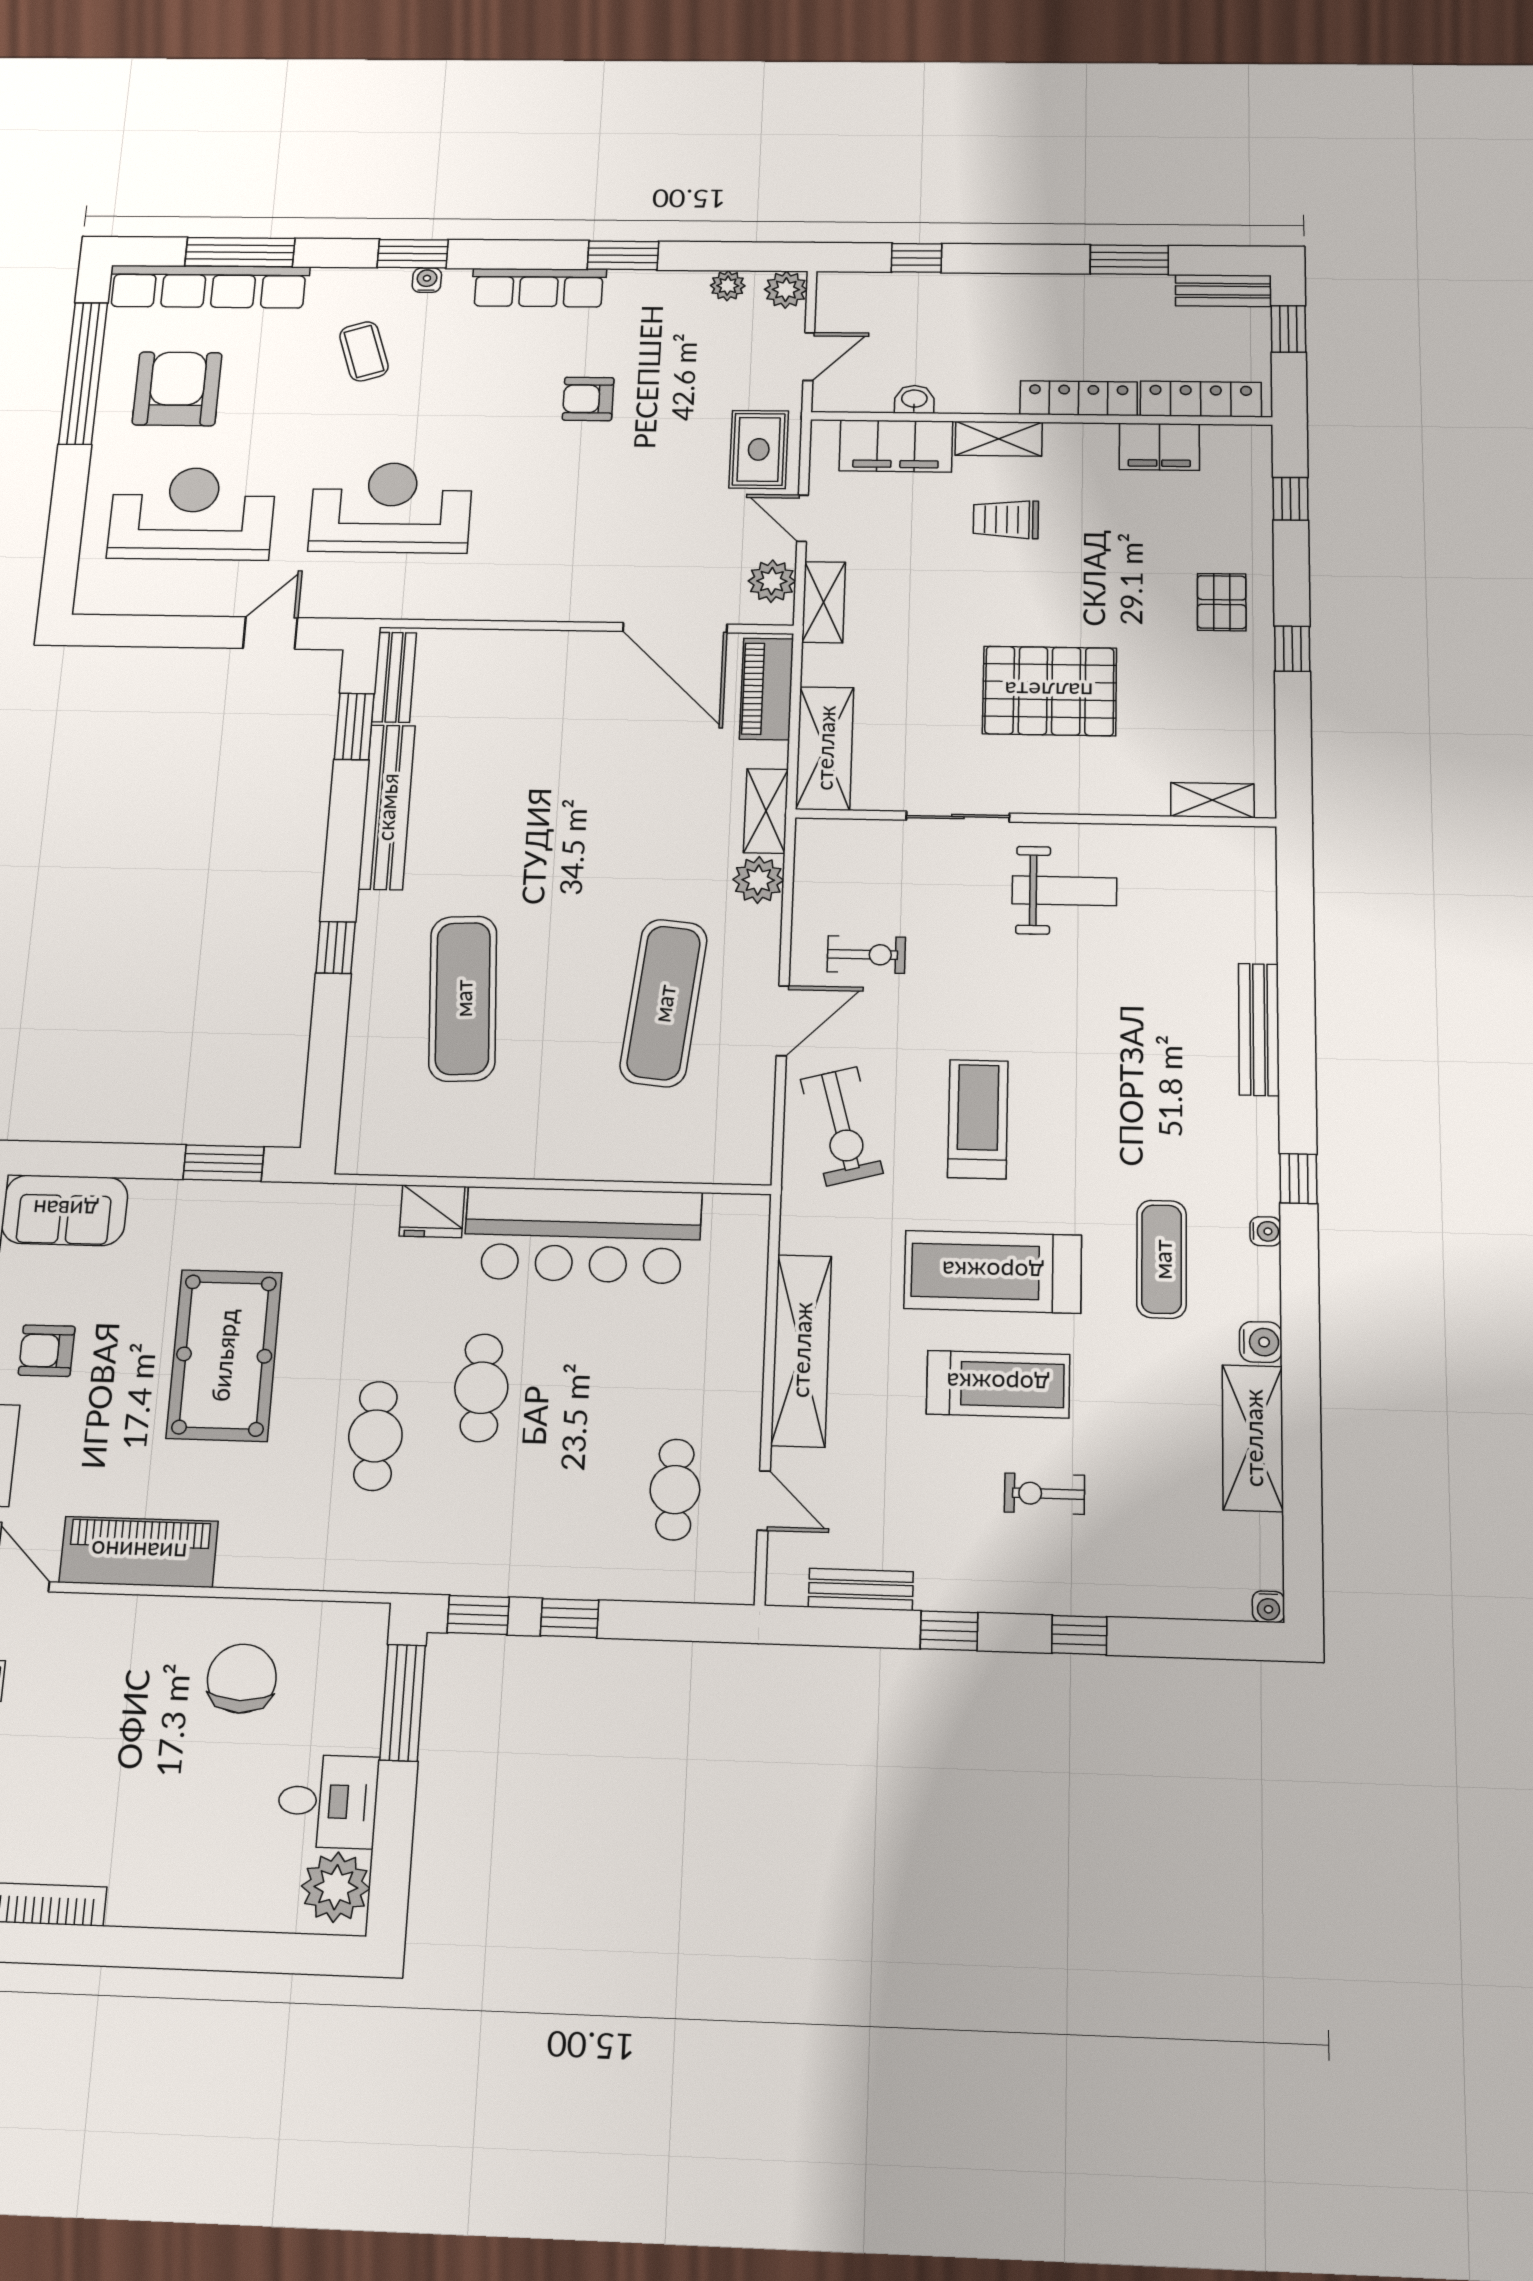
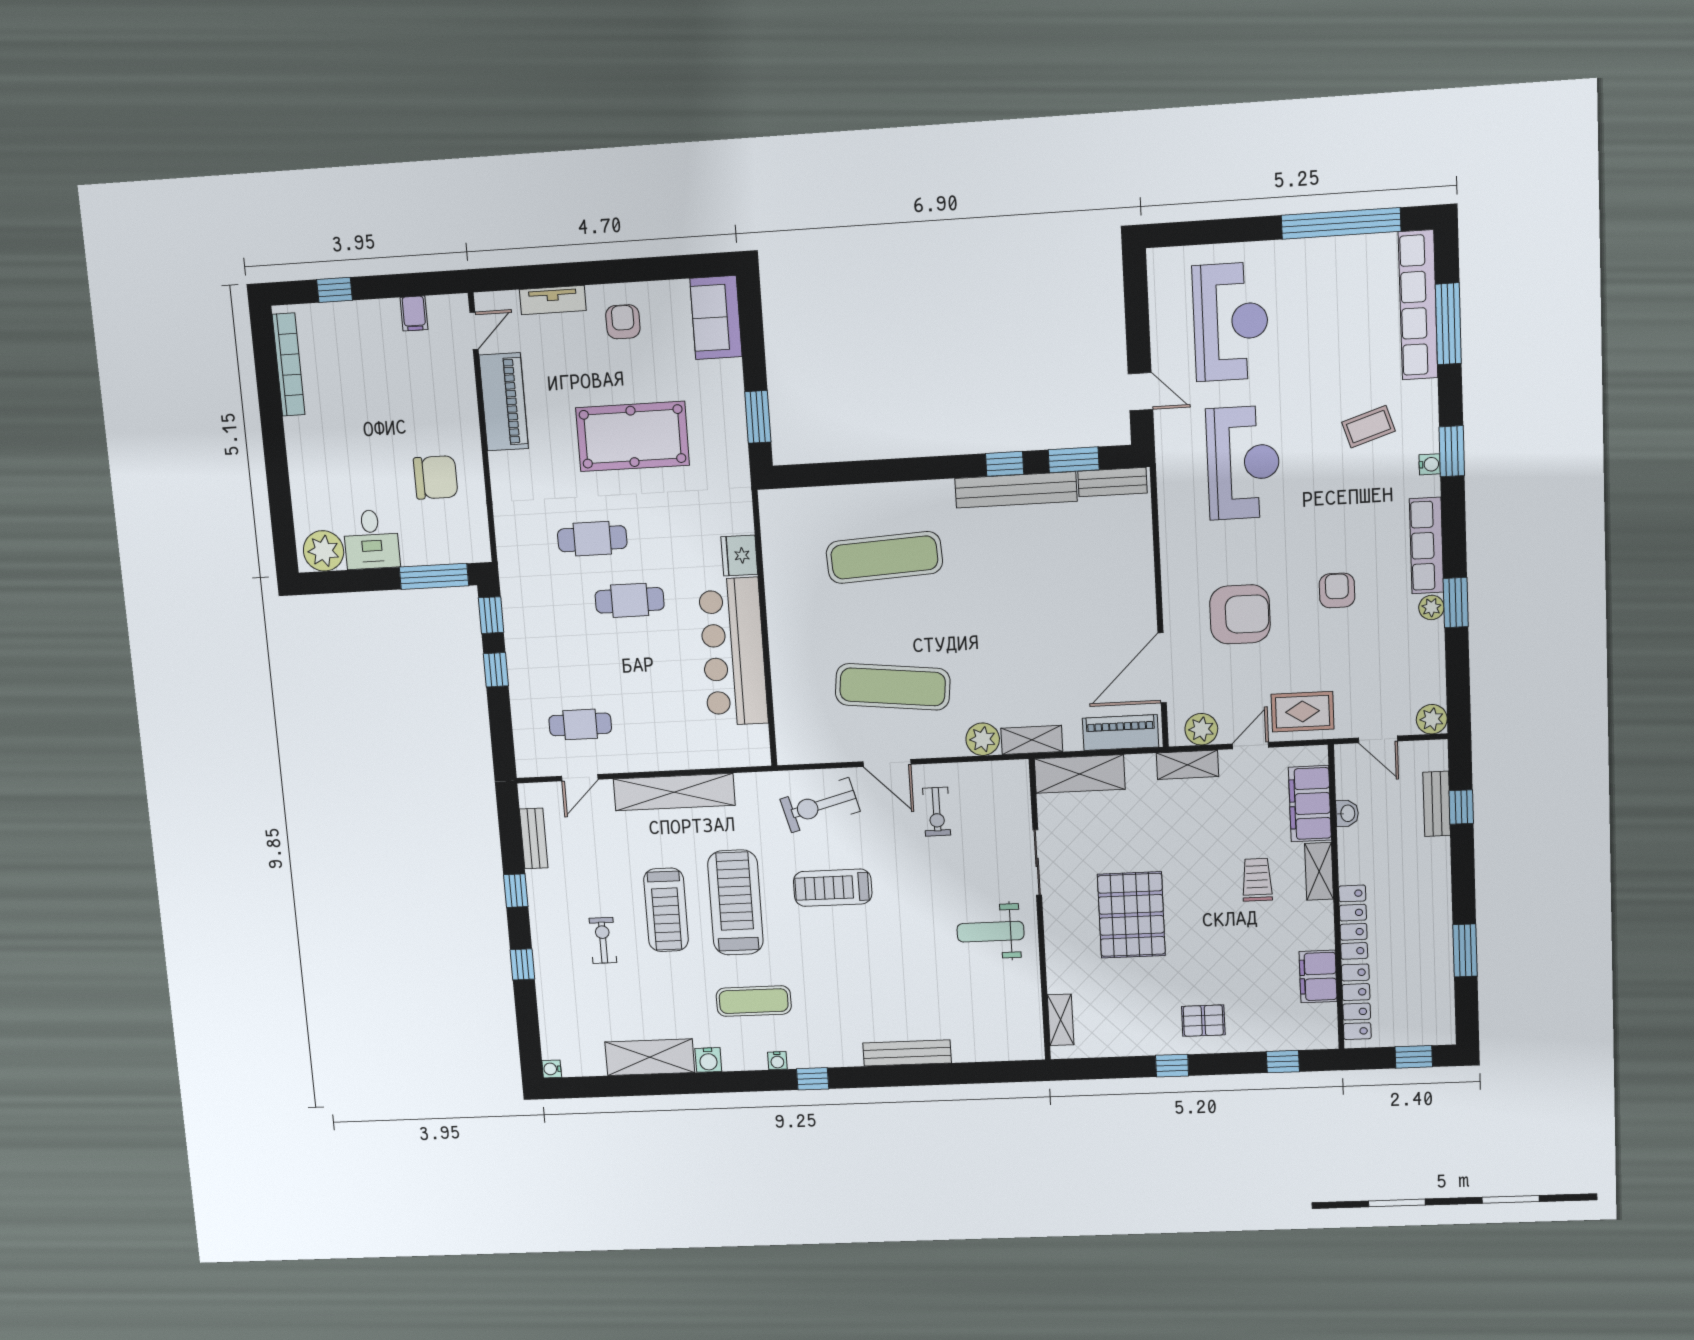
plant: (728, 286) -> (1431, 607), moved
bench: (1223, 291) -> (1437, 804), moved
armchair: (177, 389) -> (1240, 614), moved
weight bench: (1064, 891) -> (991, 932), turned 90
window: (336, 947) -> (1005, 464), moved
treadmill: (978, 1119) -> (833, 888), turned 180

